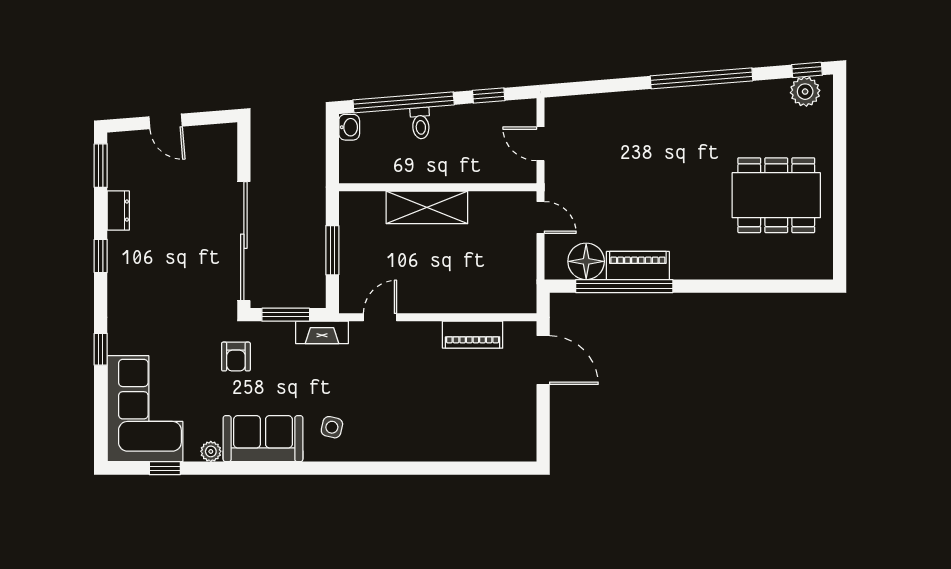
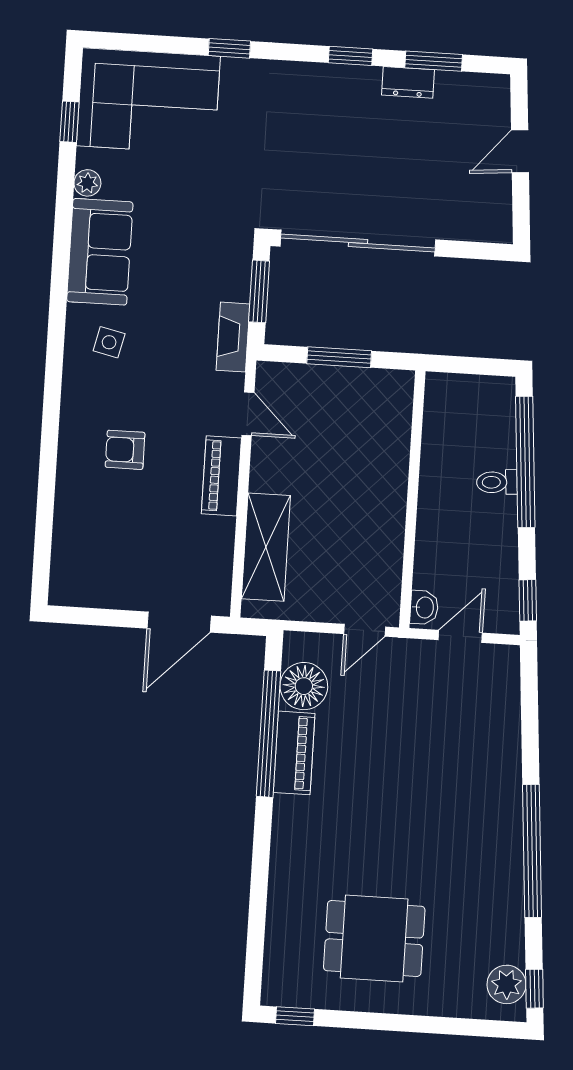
window: (489, 96) -> (528, 600), moved
washbasin: (349, 127) -> (424, 607), moved, turned -90
window: (101, 166) -> (434, 61), moved
dining table: (776, 195) -> (374, 938), width x0.73
shelving: (427, 207) -> (266, 547), moved
window: (840, 252) -> (295, 1016), added
piano: (473, 335) -> (221, 476), moved
armchair: (236, 357) -> (125, 450), moved

